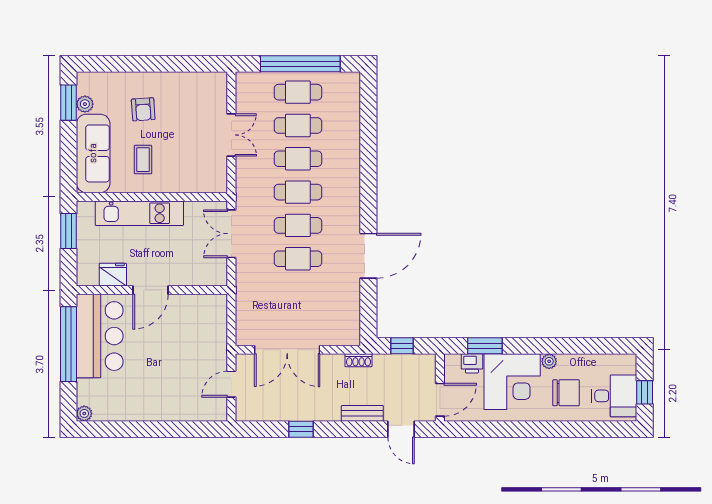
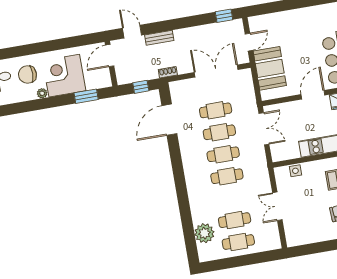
window: (300, 64) -> (240, 261), removed
plant: (346, 114) -> (204, 233), added
cafe table: (298, 159) -> (216, 110), moved
side table: (196, 183) -> (295, 171), added
double door: (231, 234) -> (264, 129), moved
door: (368, 256) -> (169, 120), moved
booth: (207, 340) -> (270, 68), added
printer: (472, 363) -> (93, 83), removed
window: (301, 429) -> (224, 16), moved

